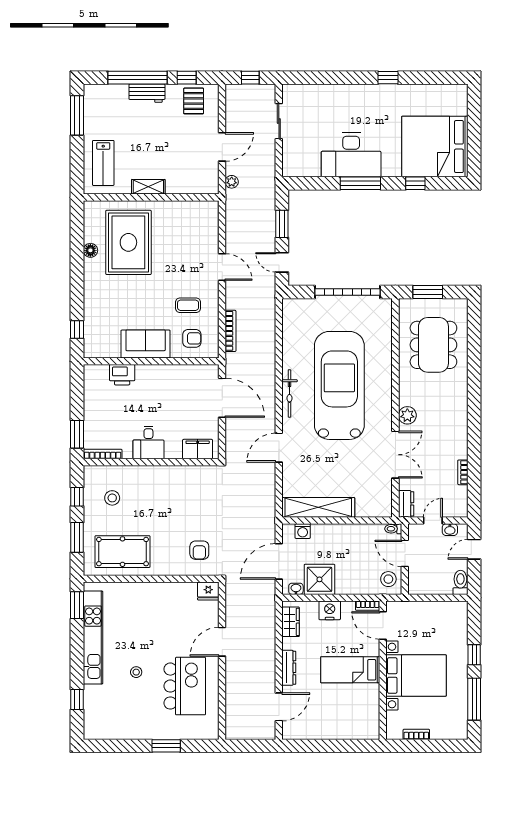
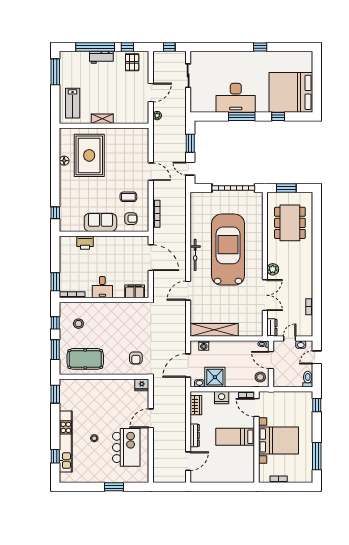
kitchen unit: (93, 637) -> (66, 441), moved
window: (474, 655) -> (317, 405), moved

